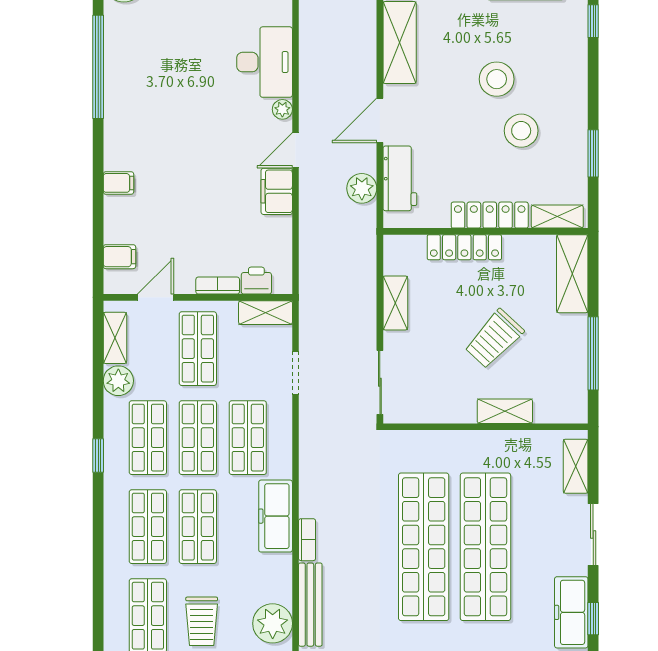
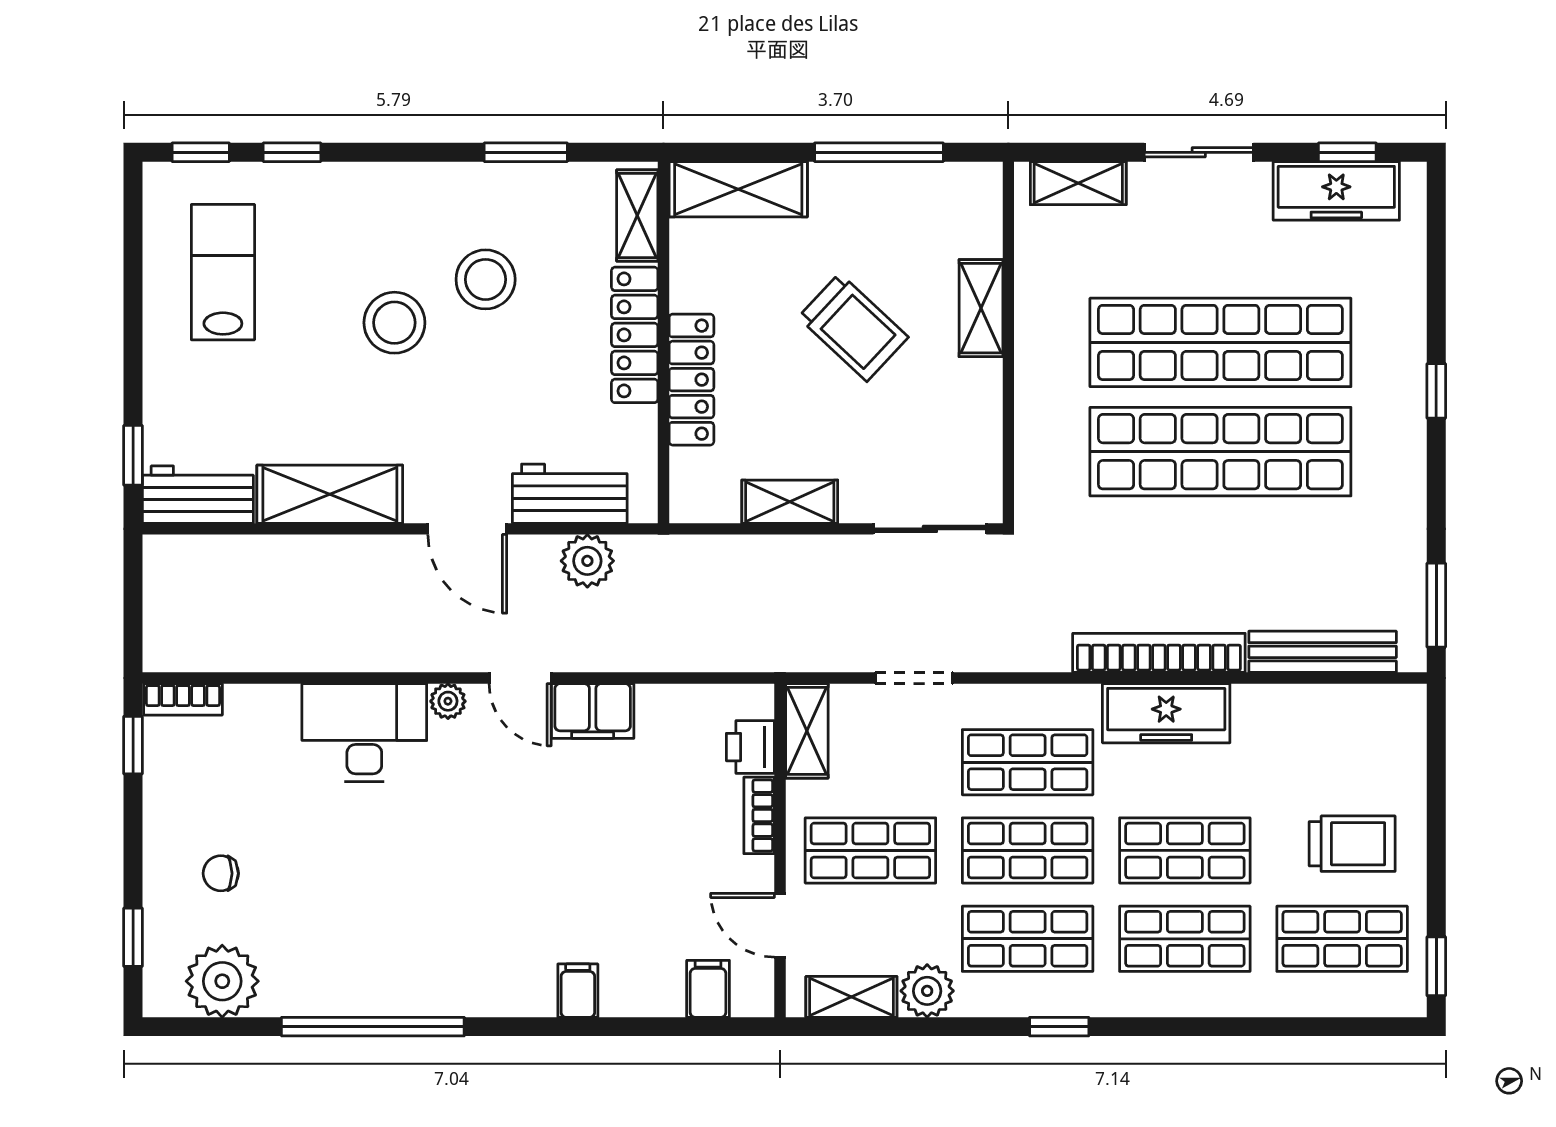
bookcase: (307, 540) -> (1159, 653), width x2.31, depth x1.31
plant: (273, 623) -> (1356, 719), removed

